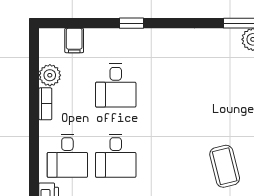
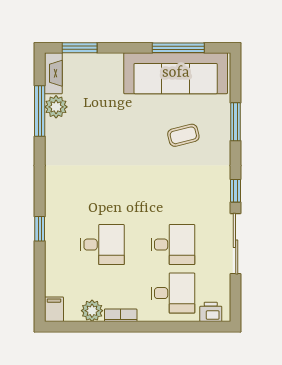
filing cabinet: (74, 40) -> (54, 309), moved, turned -90
coffee table: (225, 166) -> (183, 135), width x0.73, depth x0.77

